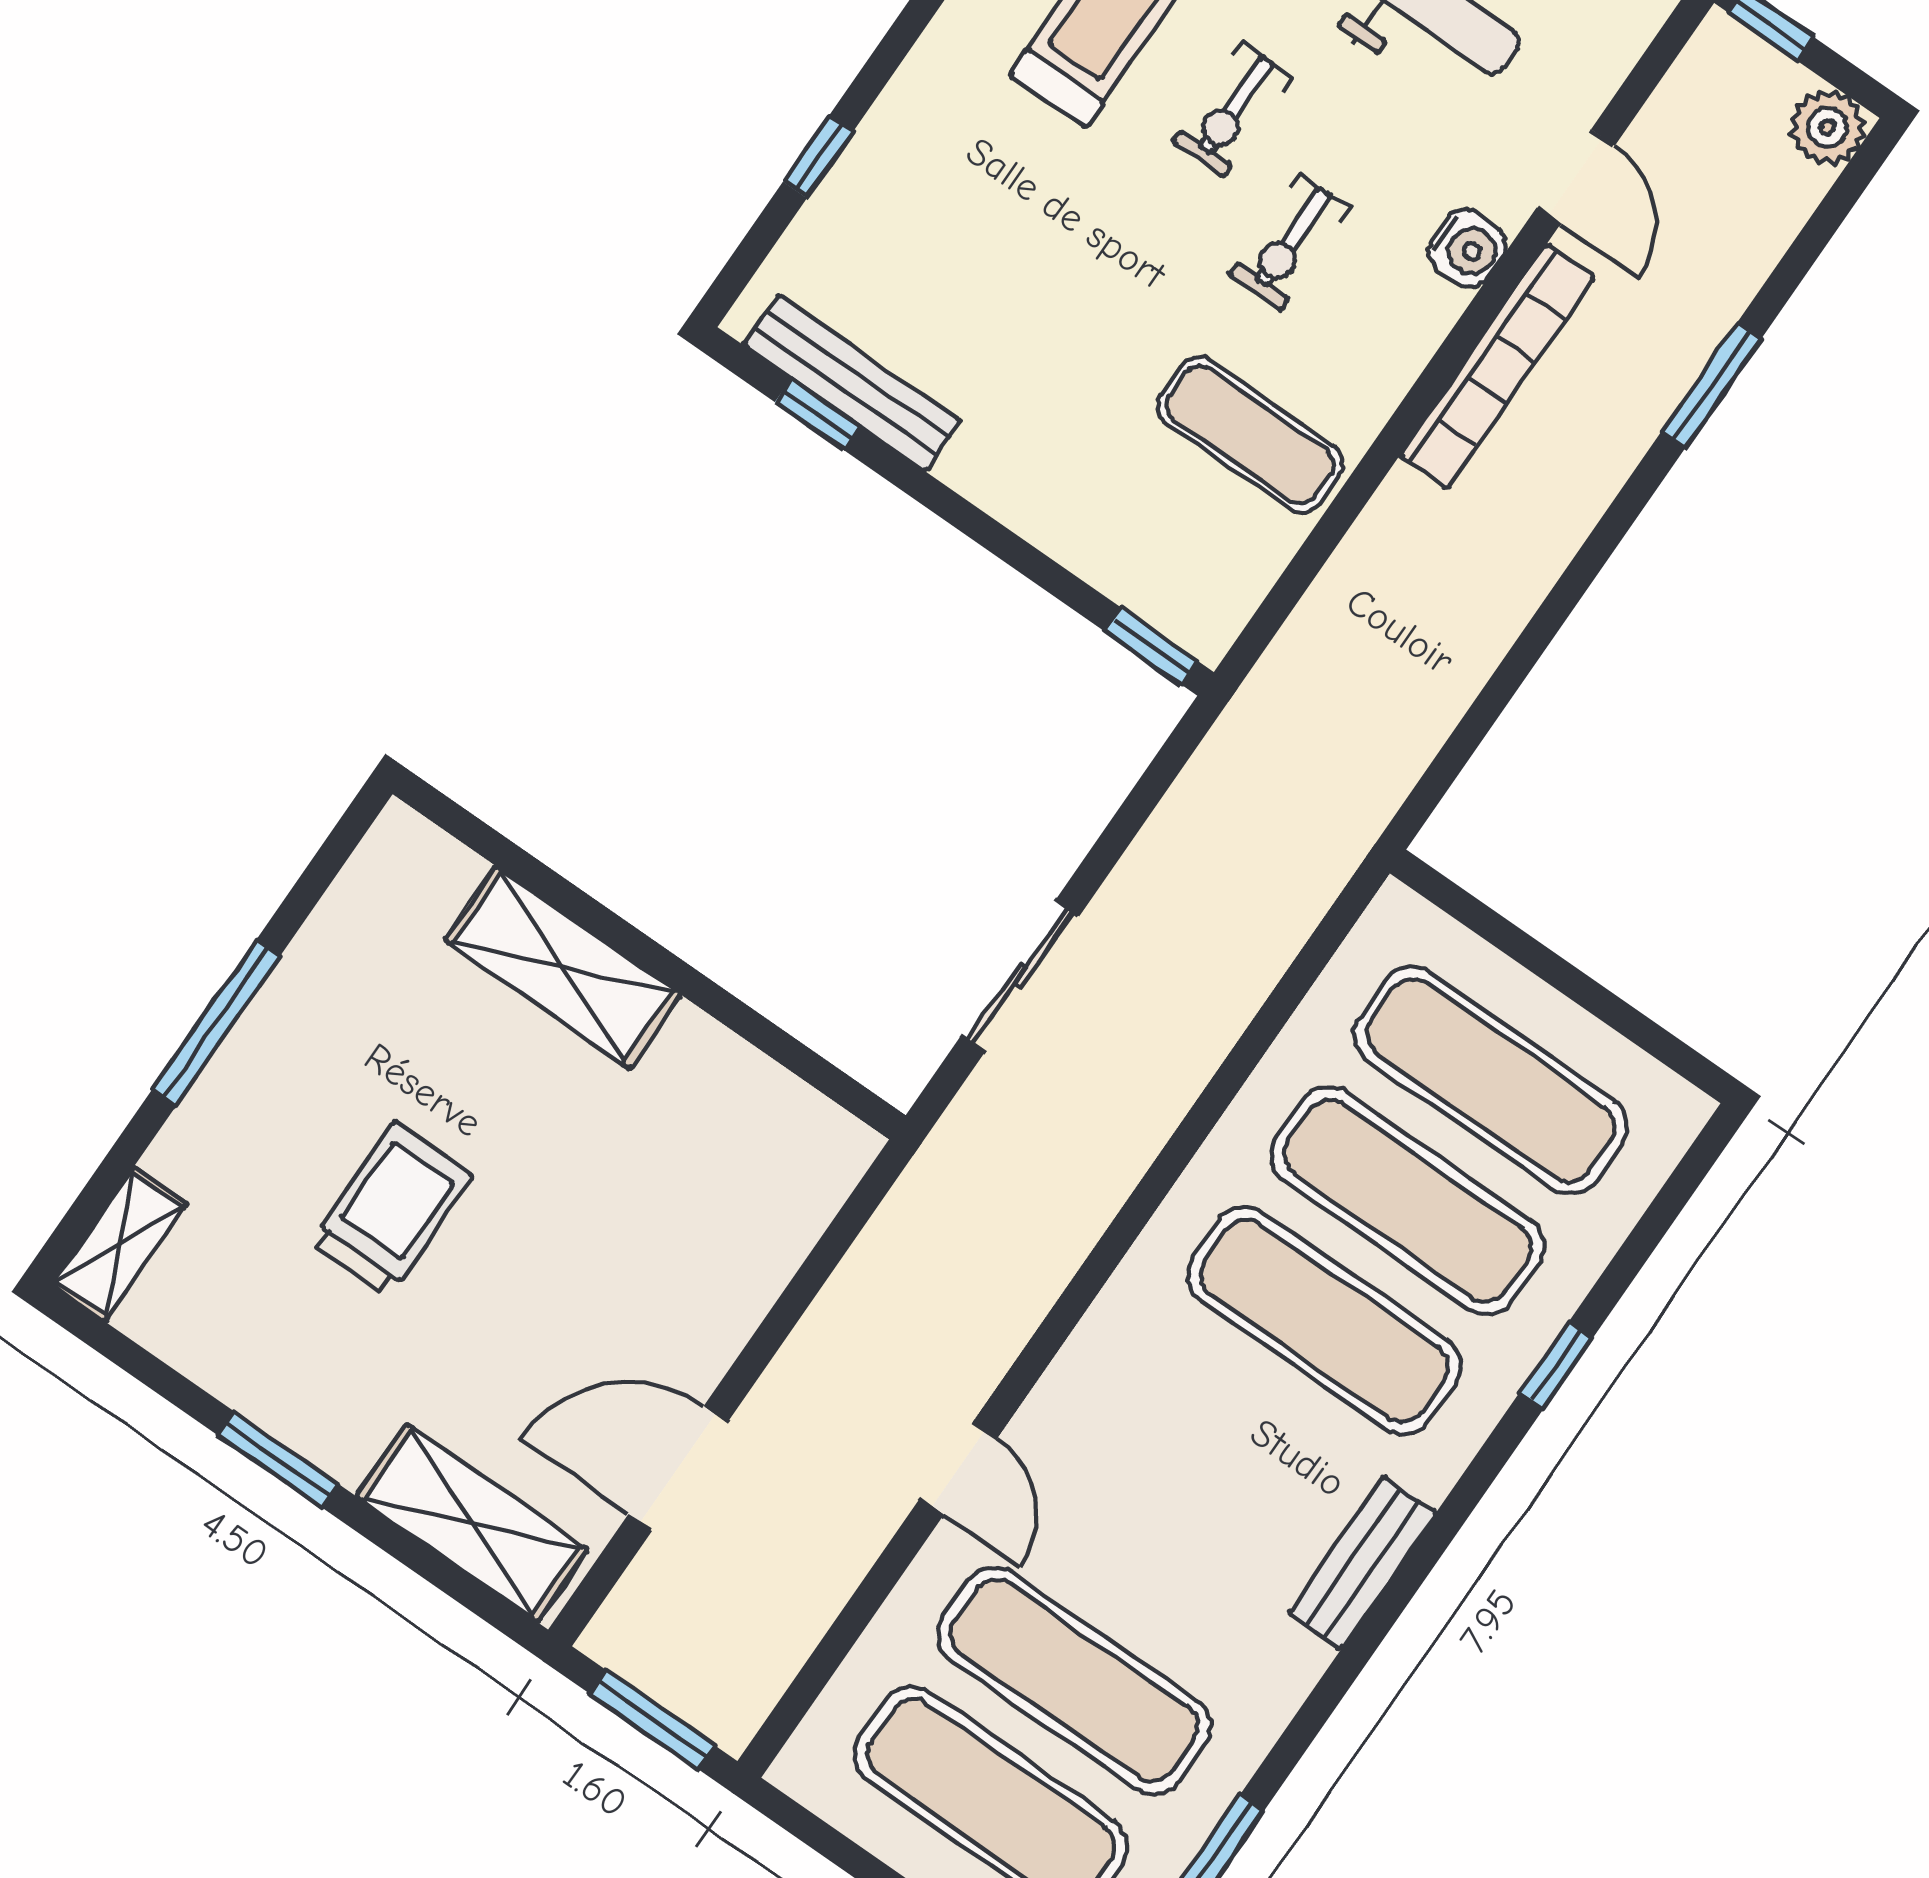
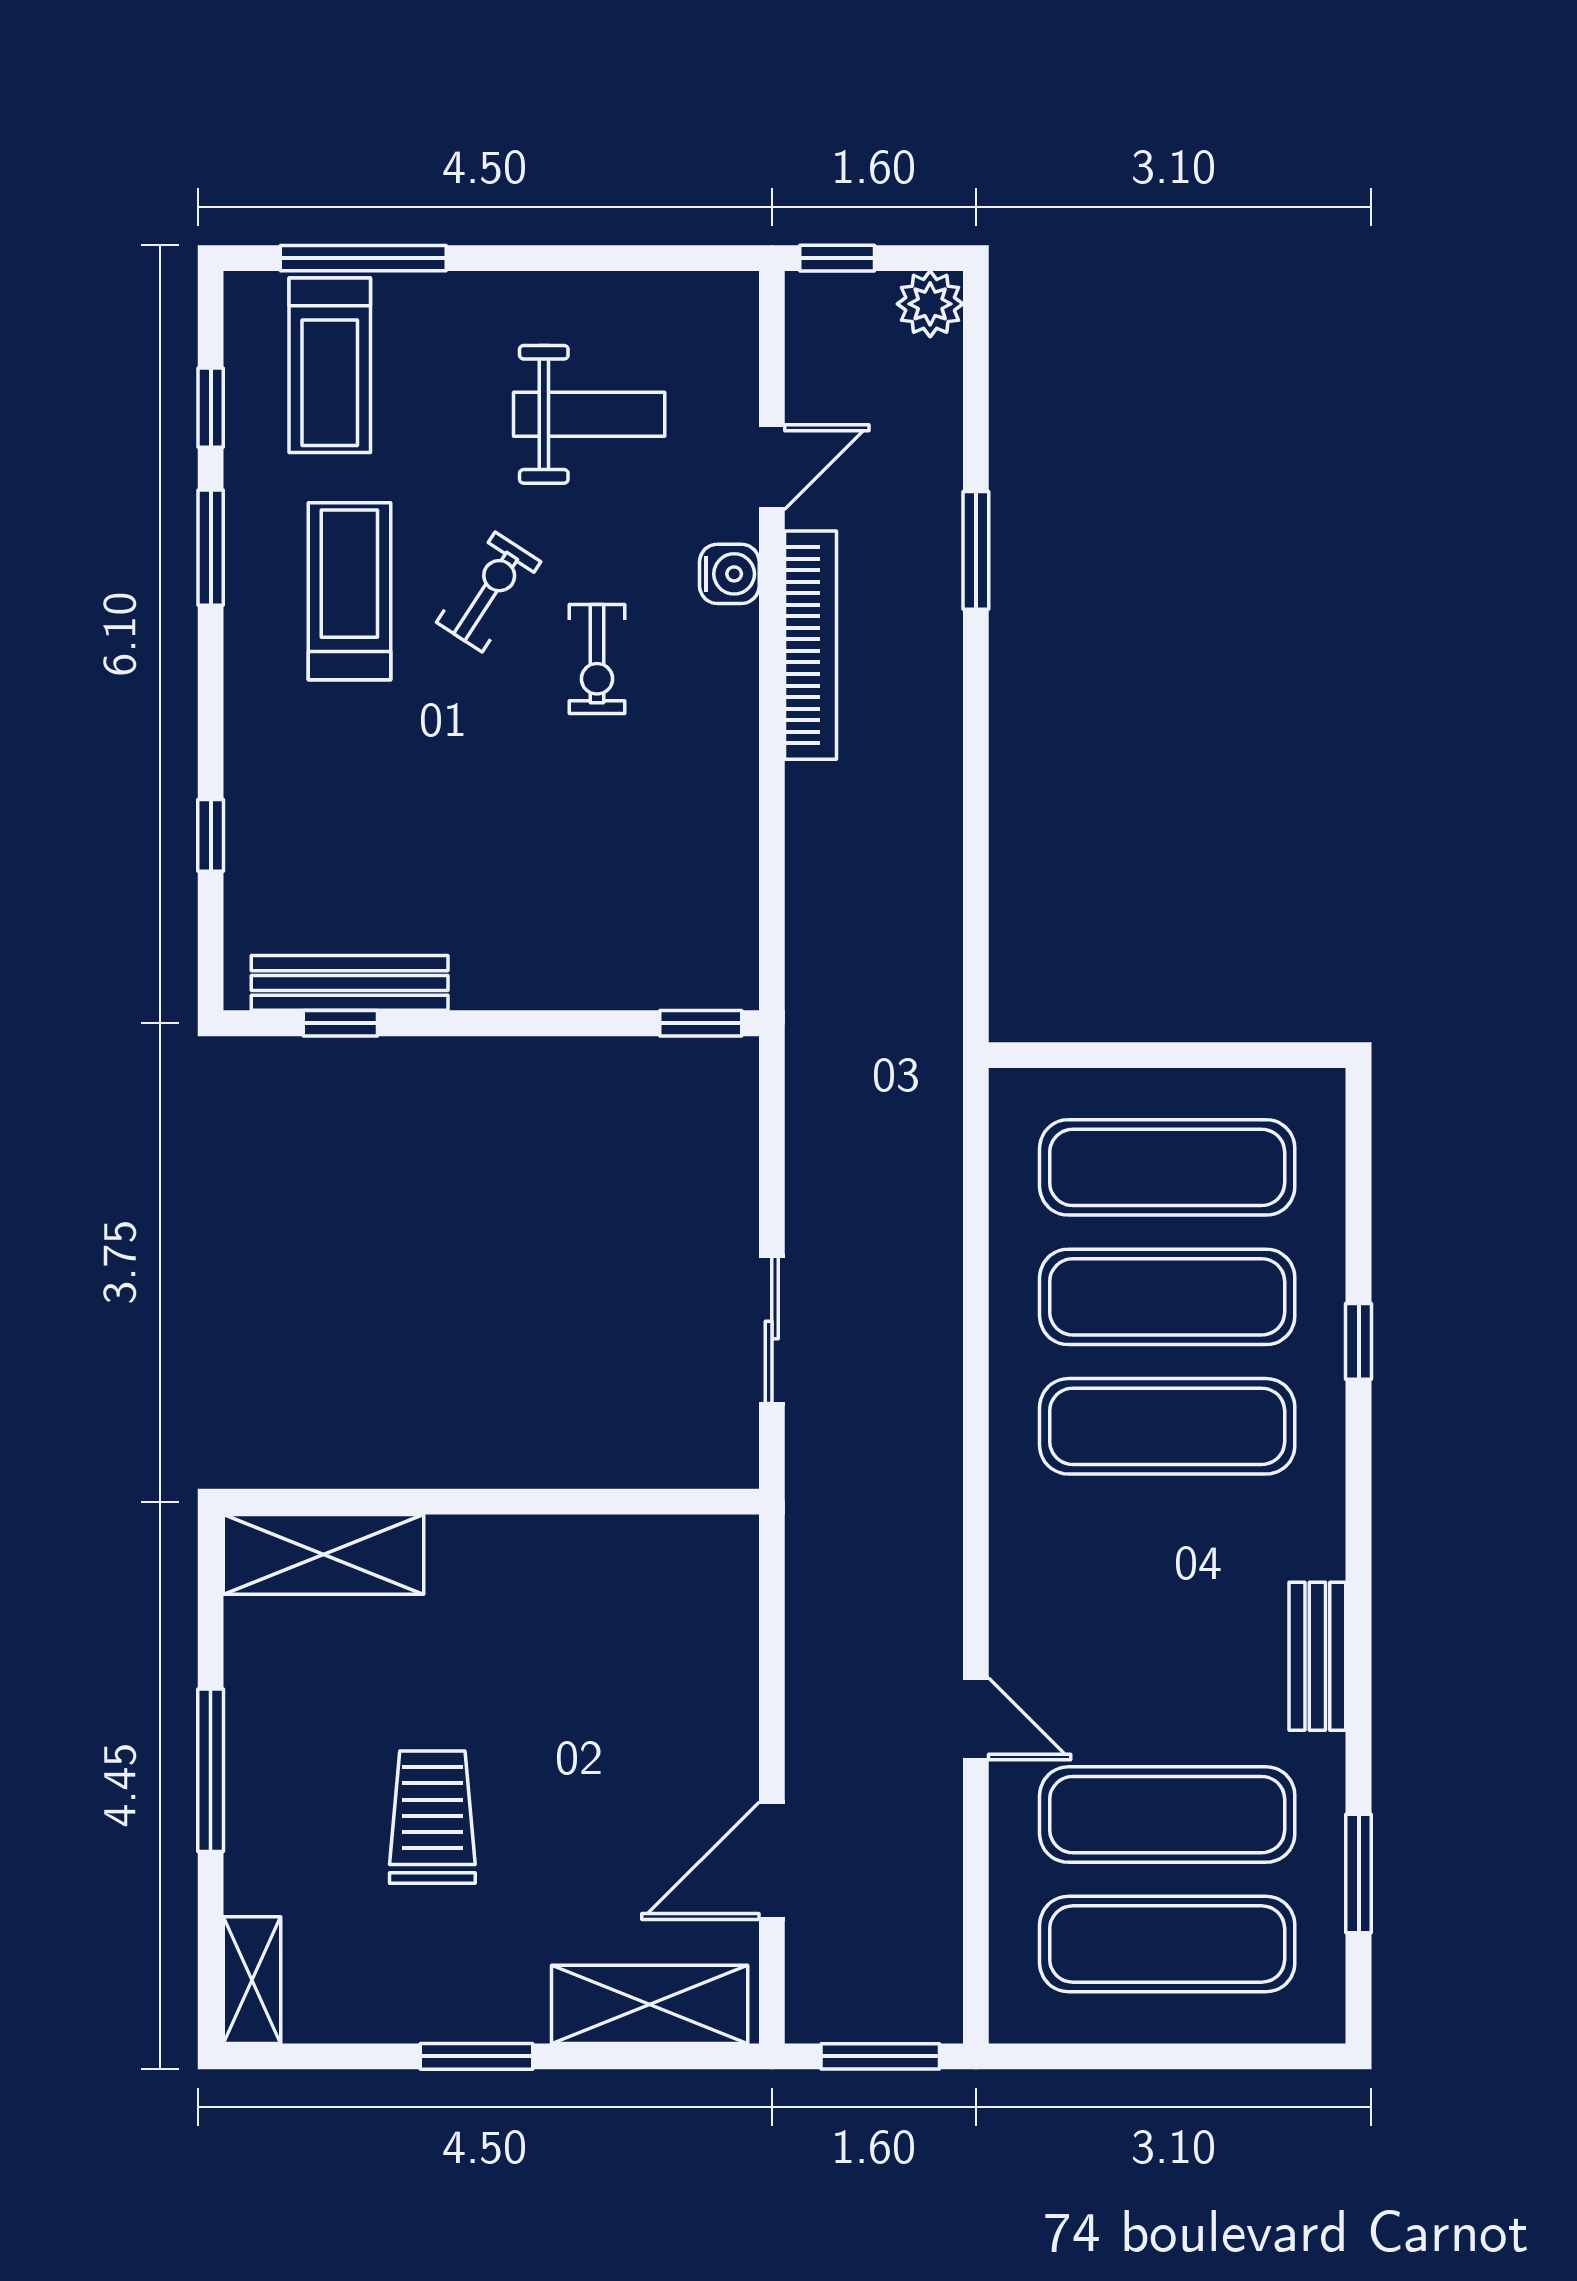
exercise bike: (1233, 110) -> (489, 592), turned -147
door: (1576, 177) -> (772, 467), hinge flipped
exercise mat: (1250, 435) -> (666, 819), removed
shelving: (563, 967) -> (324, 1554), moved
bench: (1362, 1563) -> (1317, 1656), moved

